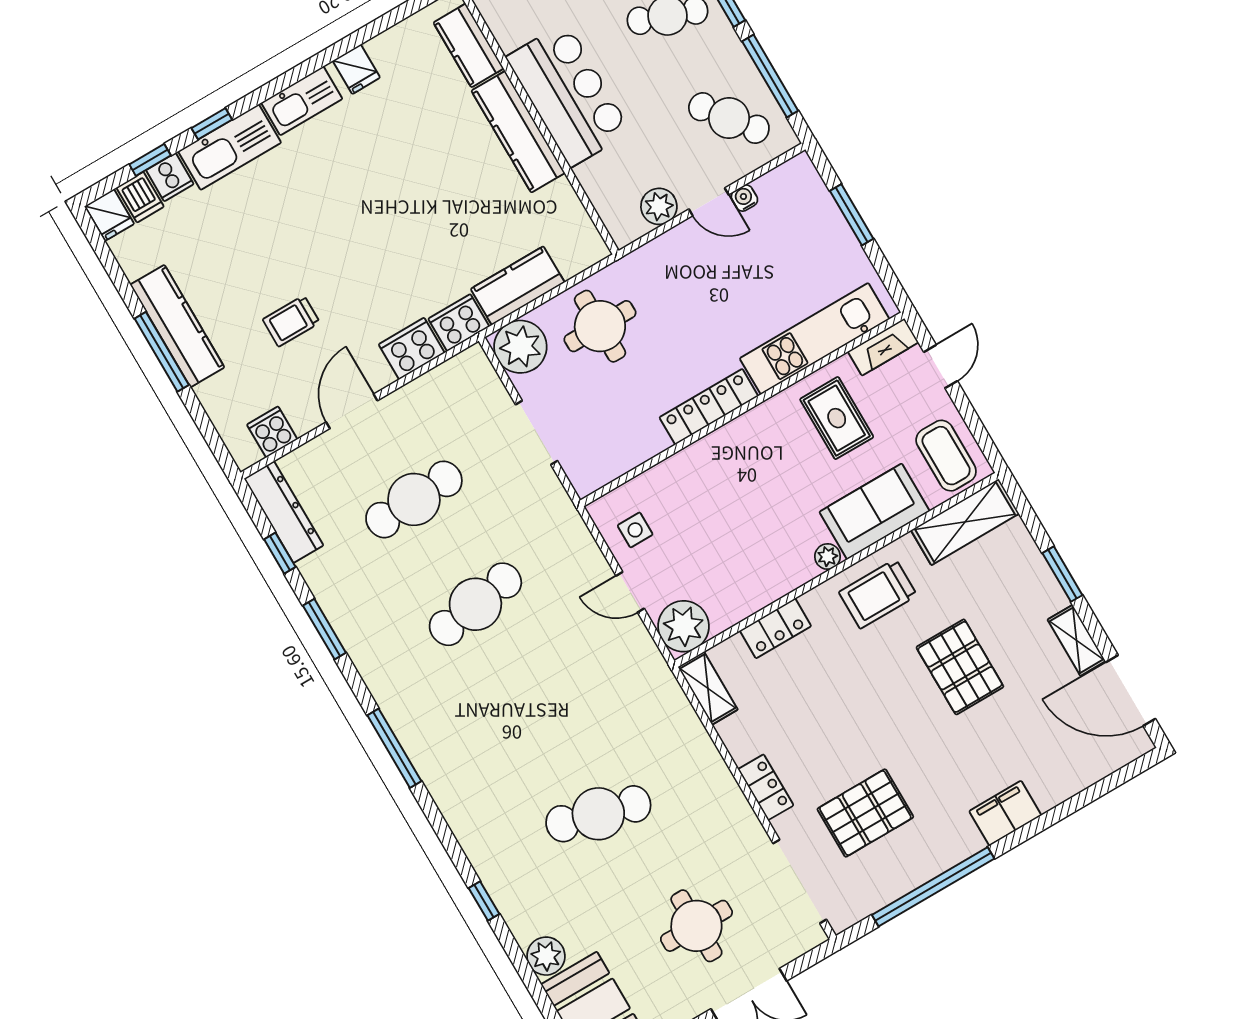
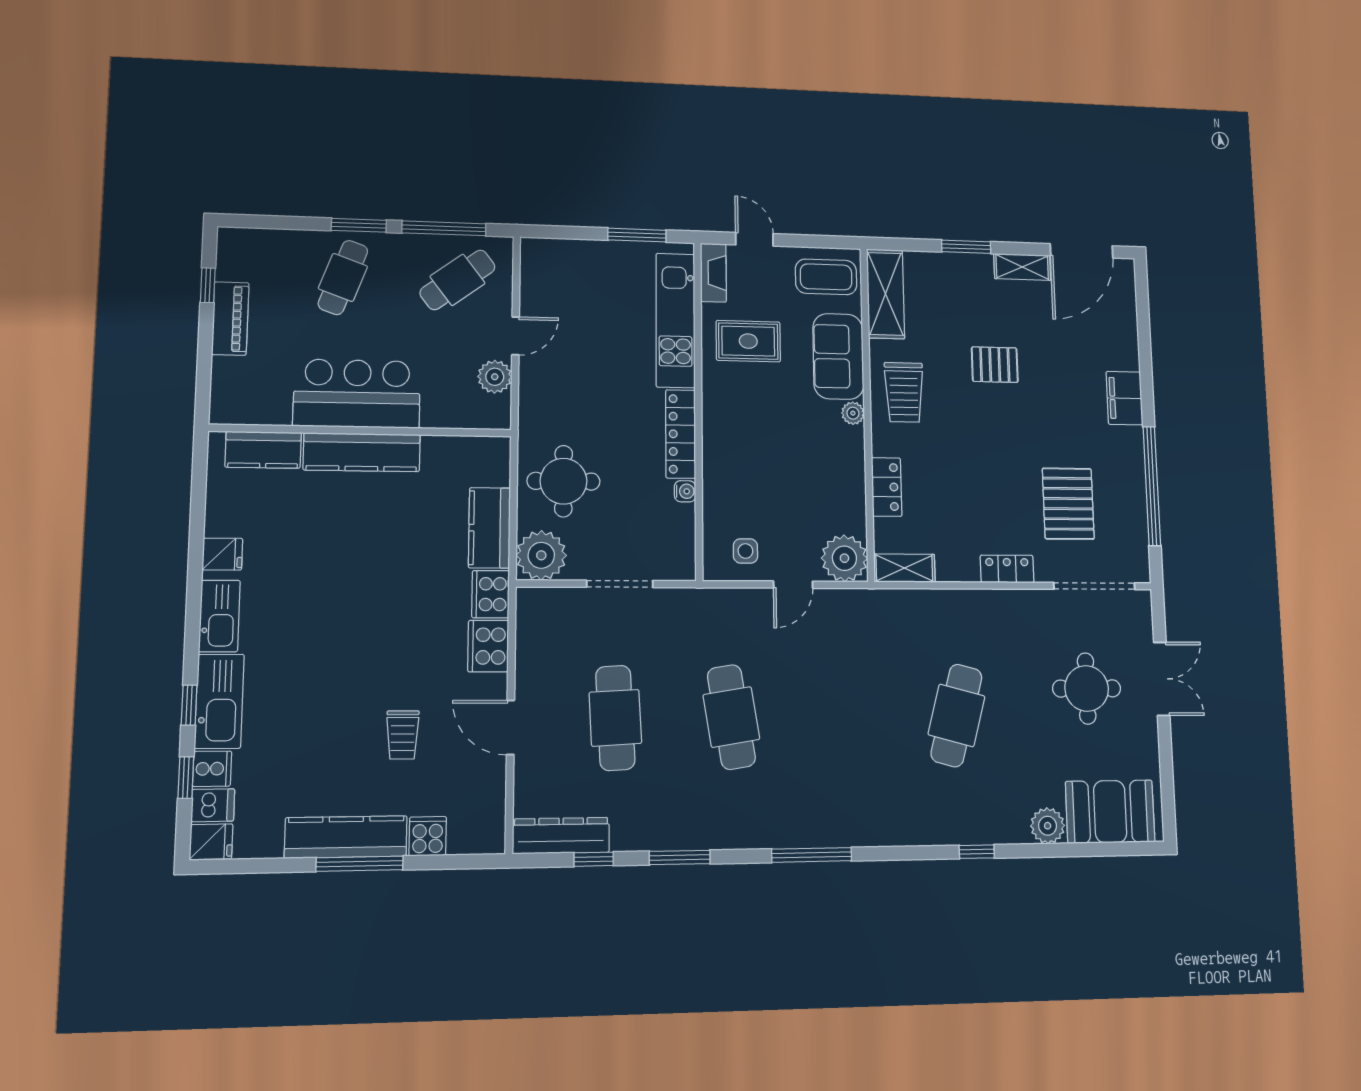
water cooler: (744, 198) -> (685, 491), moved, turned 180
window: (852, 215) -> (637, 235), moved
cooker: (272, 432) -> (428, 836), moved, turned 90
pallet: (960, 667) -> (995, 365), width x0.67, depth x0.71

